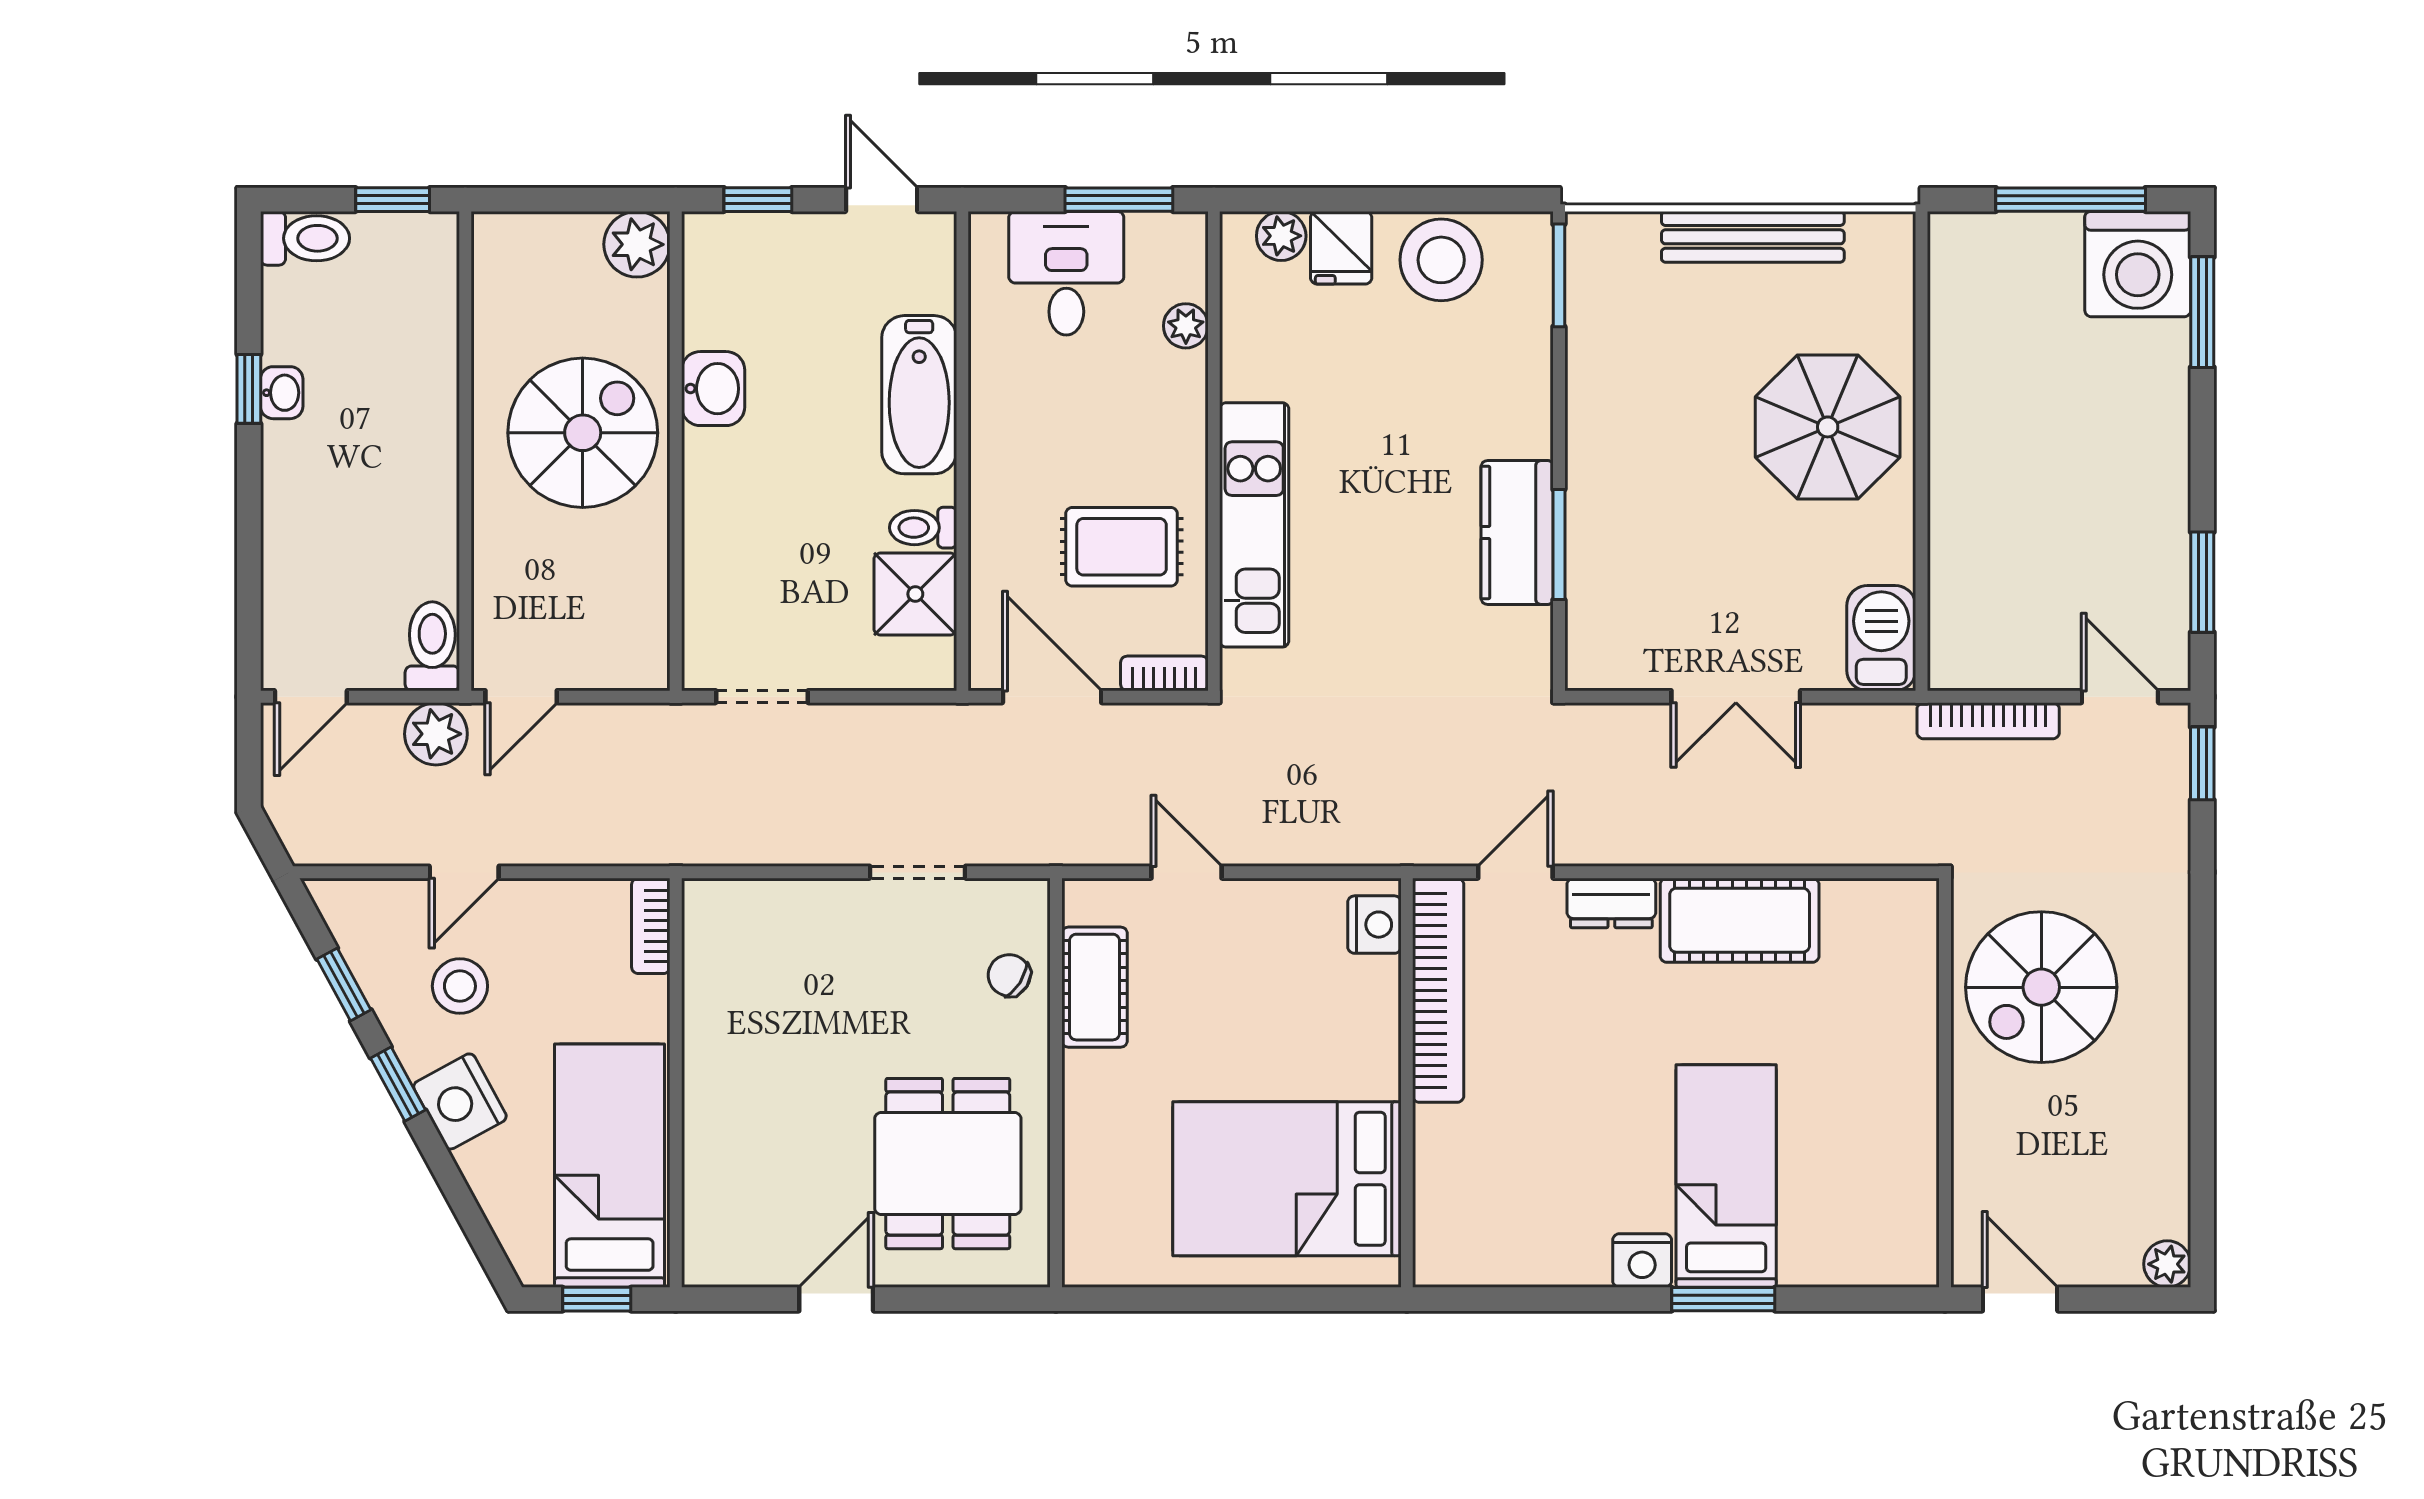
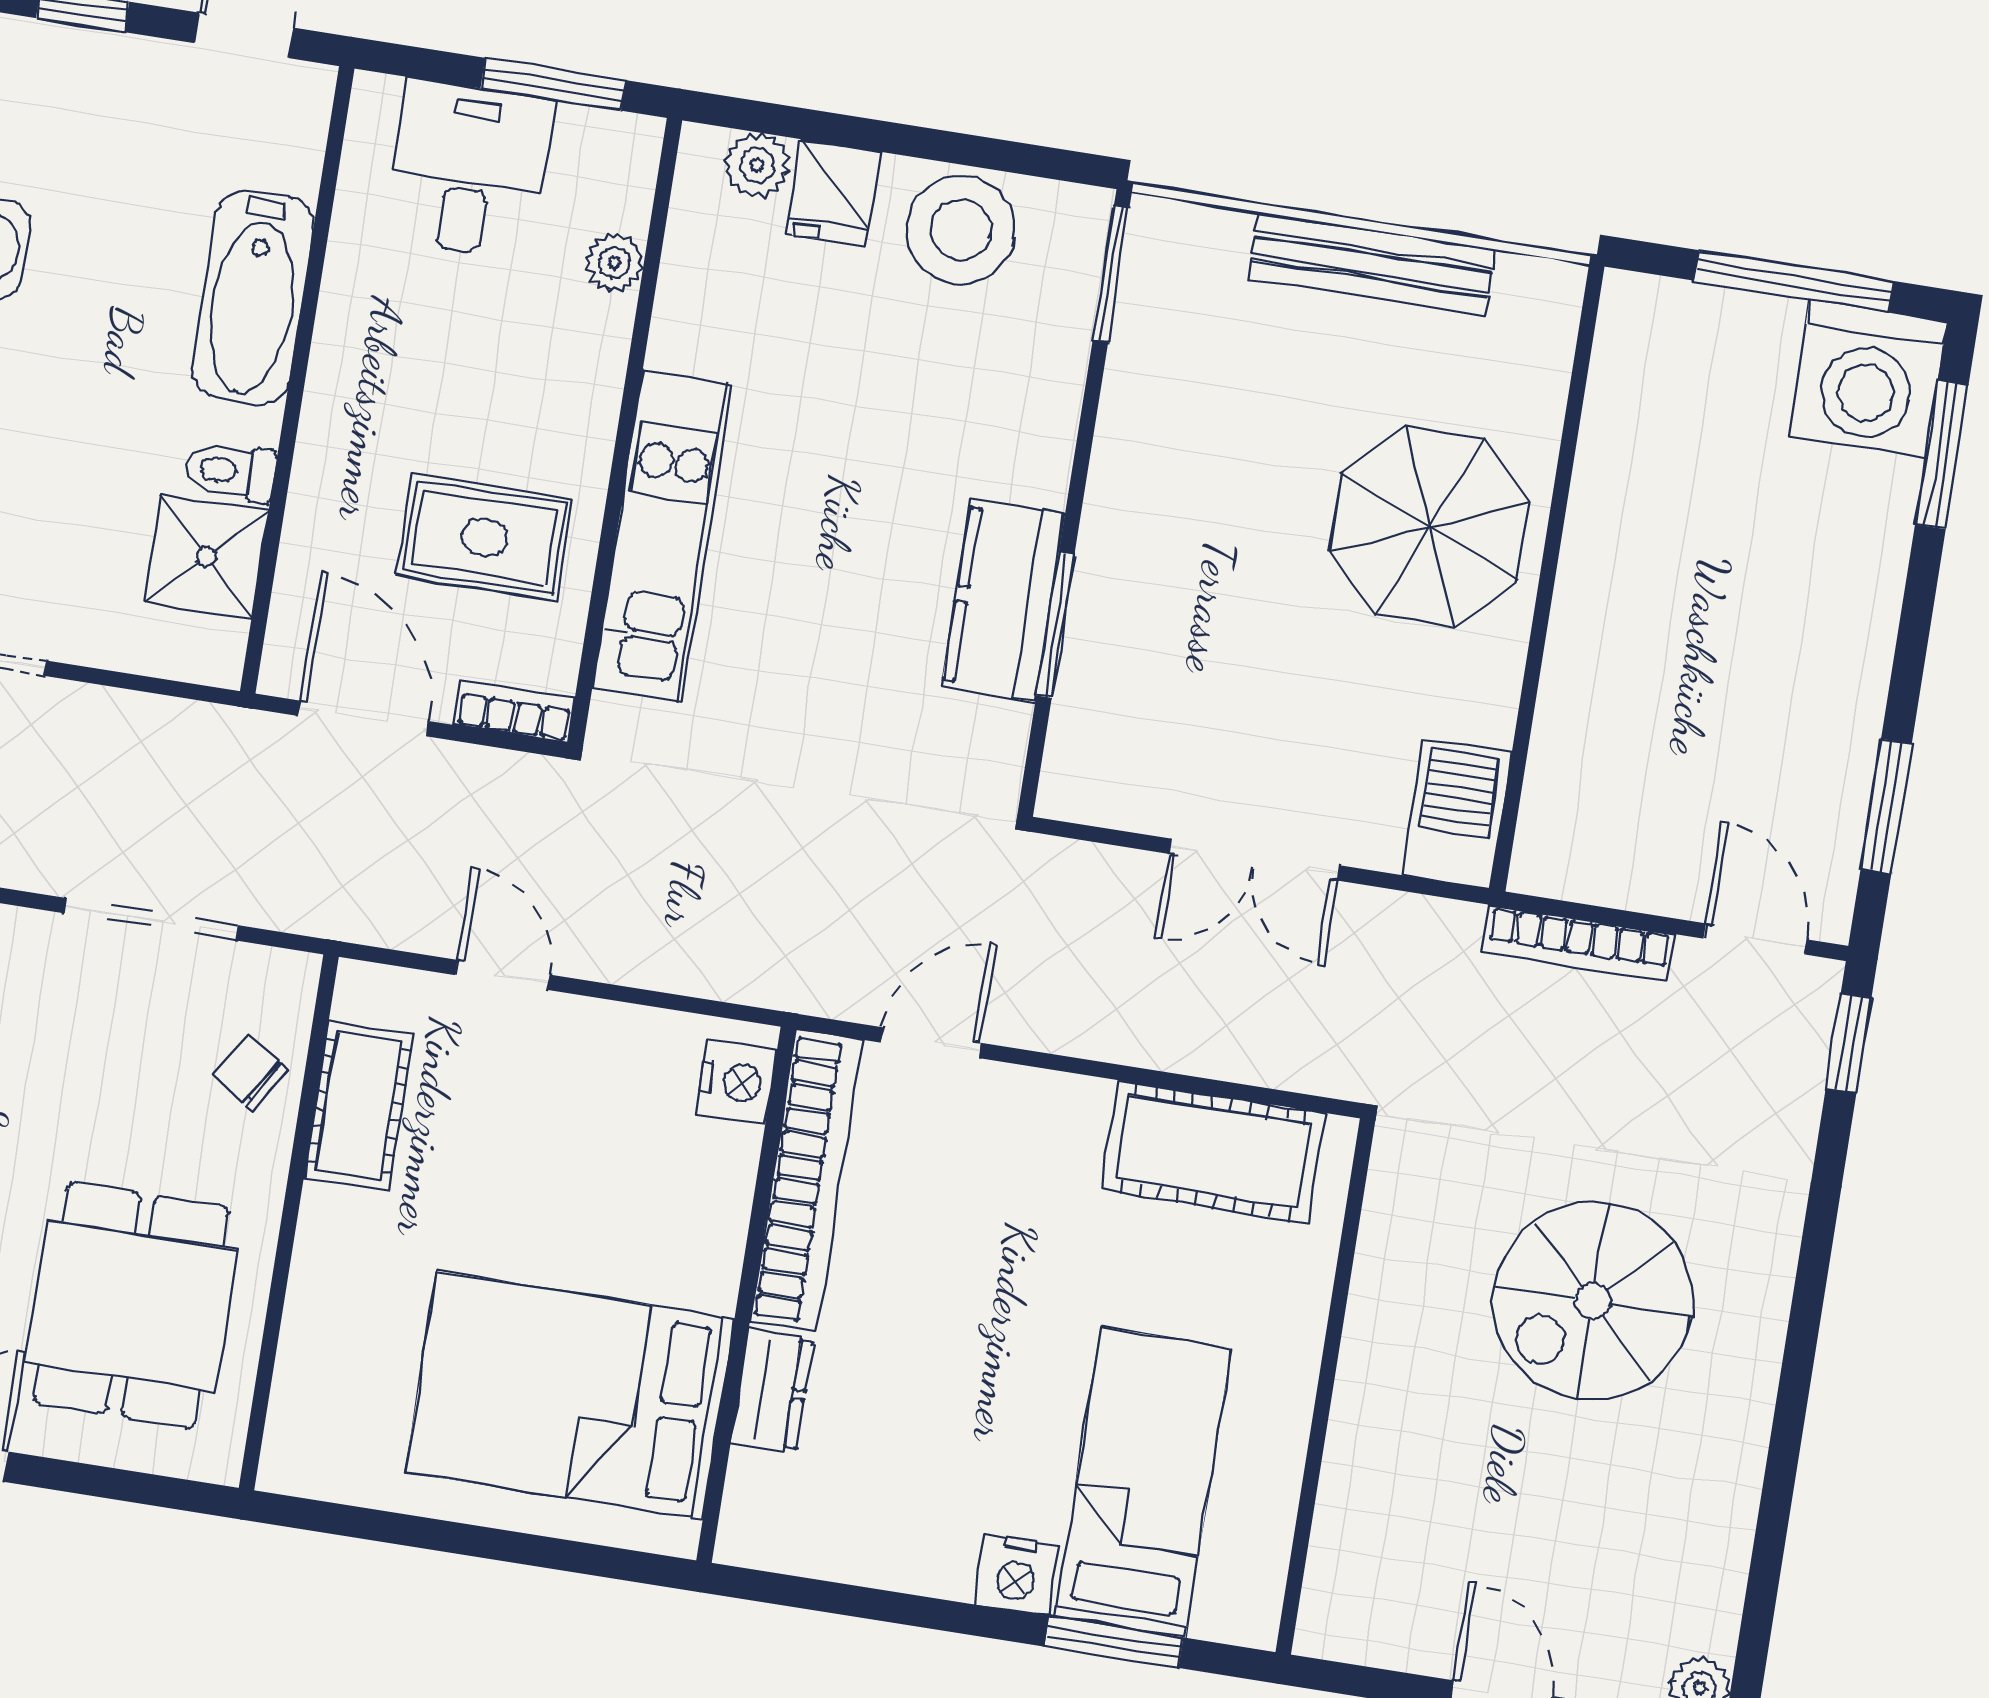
doorway: (918, 872) -> (152, 919), width x1.38
dresser: (1611, 903) -> (772, 1390), moved, turned -90
wall: (1945, 1083) -> (1325, 1387), moved

